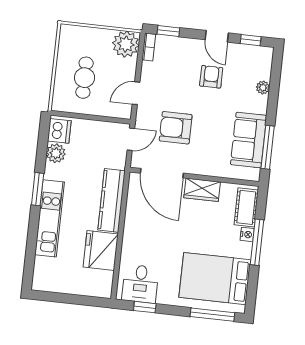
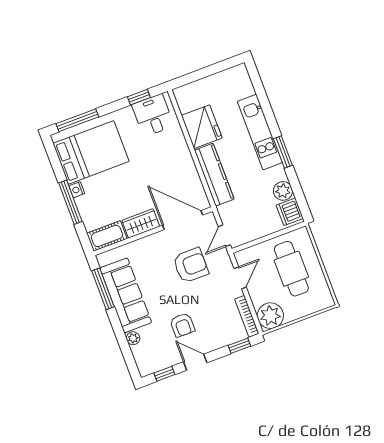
bookcase: (149, 47) -> (247, 316), width x1.56
cafe table: (84, 78) -> (291, 269), width x1.37, depth x1.35
sofa: (249, 140) -> (126, 295), width x1.36
cot: (246, 207) -> (107, 236), moved, turned 90
nightstand: (247, 234) -> (77, 190), moved

